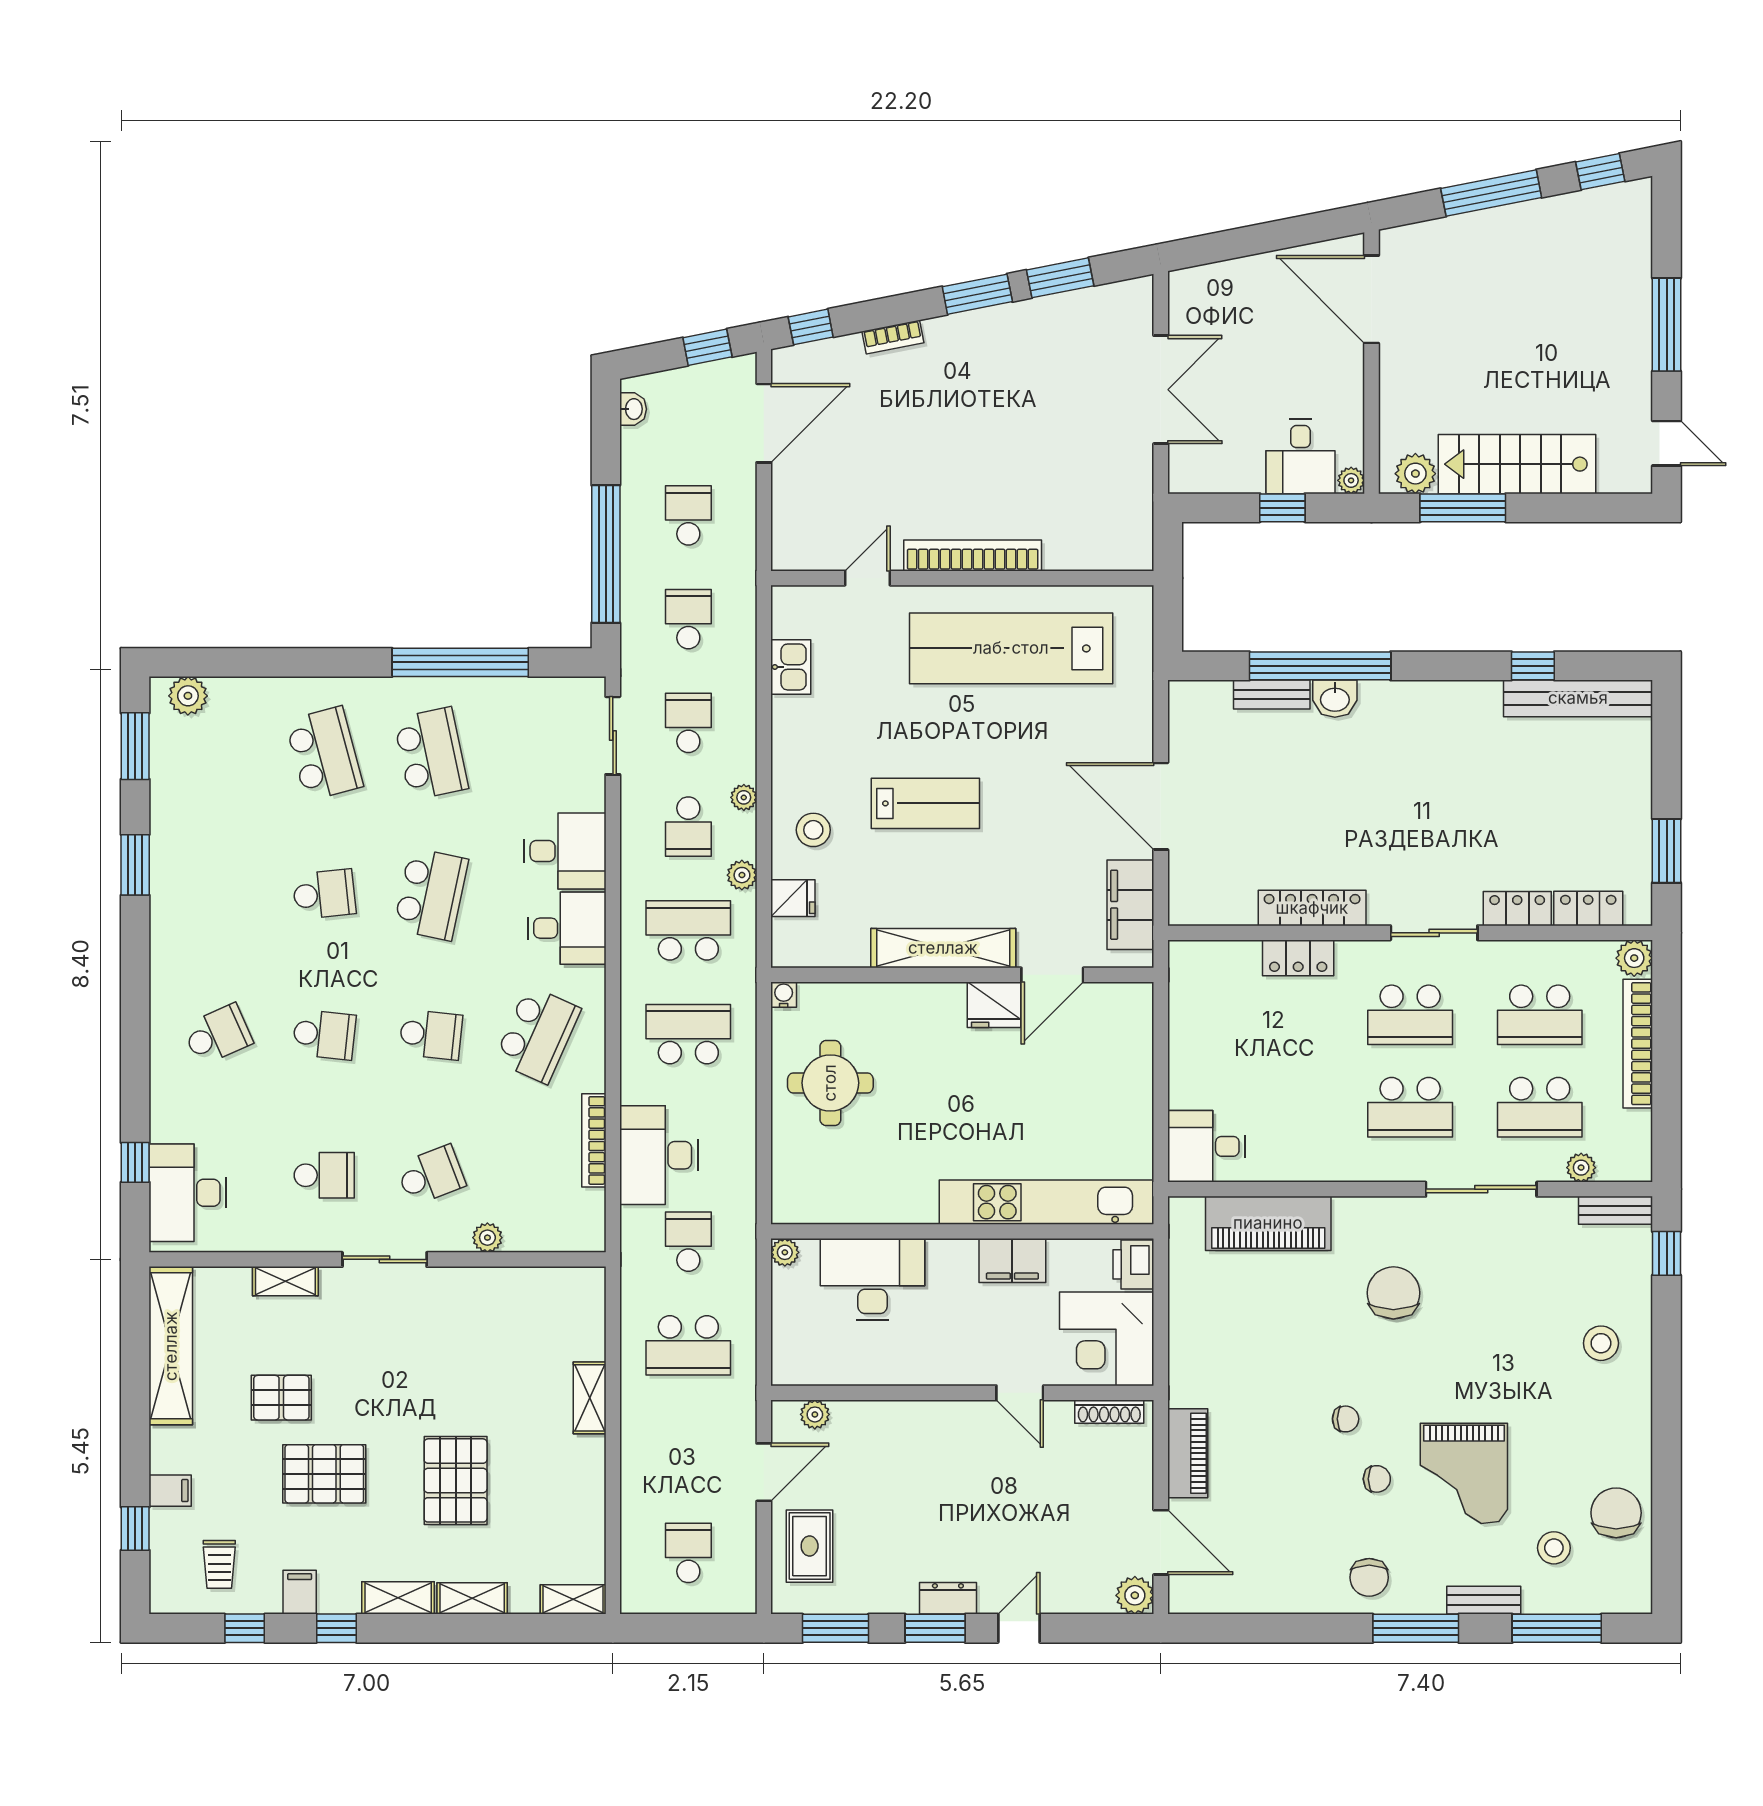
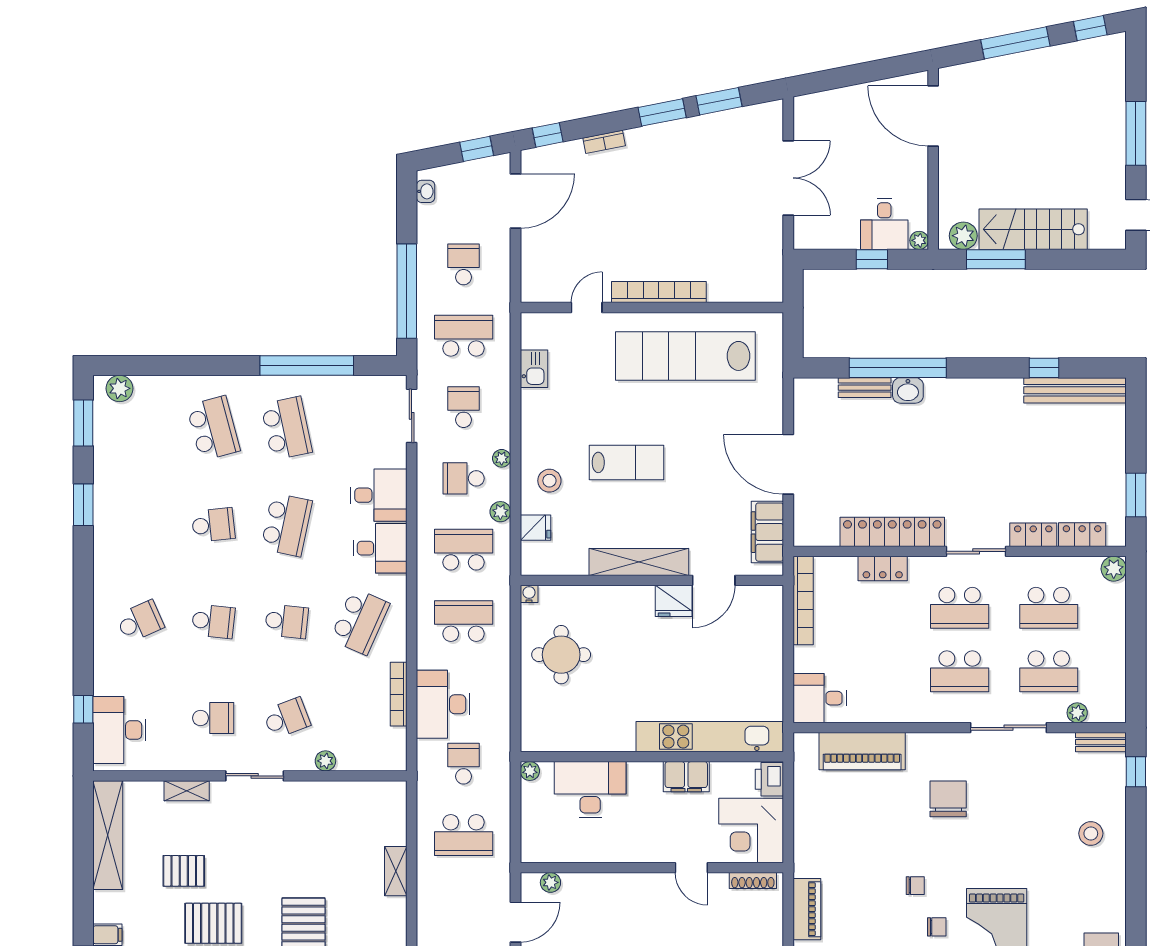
school desk: (688, 619) -> (464, 336), width x1.85
school desk: (688, 827) -> (464, 478), turned 90
locker: (1312, 908) -> (892, 532), width x1.41, depth x1.21
bookcase: (1638, 1044) -> (803, 601), moved, turned 180

